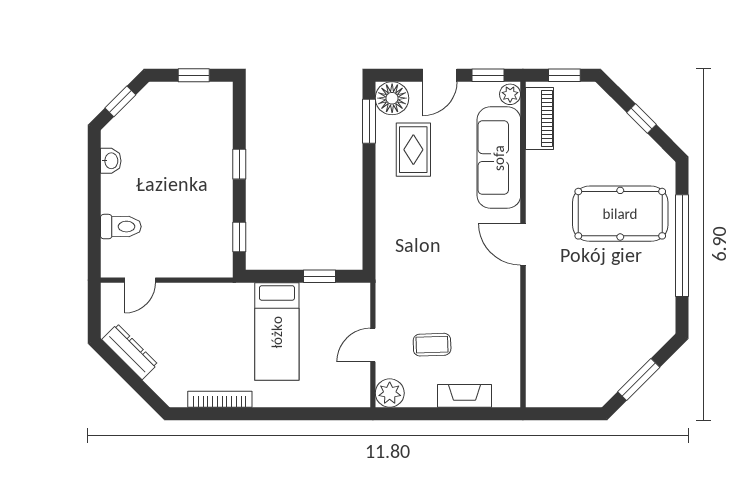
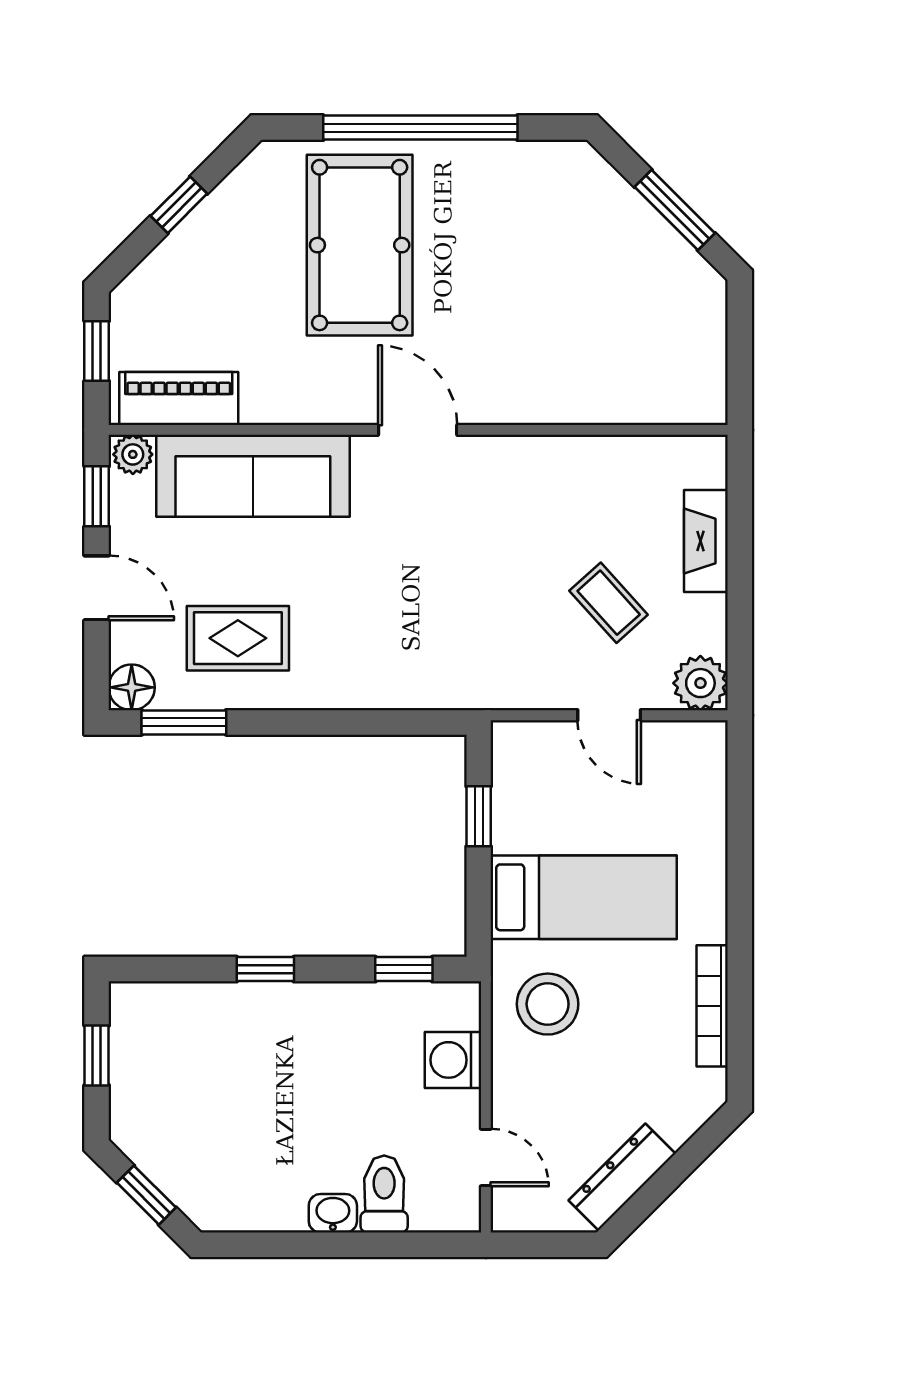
floor lamp: (392, 98) -> (132, 687), width x0.73, depth x0.73
washbasin: (111, 161) -> (333, 1213), moved
door: (523, 244) -> (418, 430), swing flipped
washing machine: (191, 263) -> (453, 1060), added
stool: (221, 313) -> (548, 1004), added
coffee table: (432, 345) -> (609, 603), turned -40

